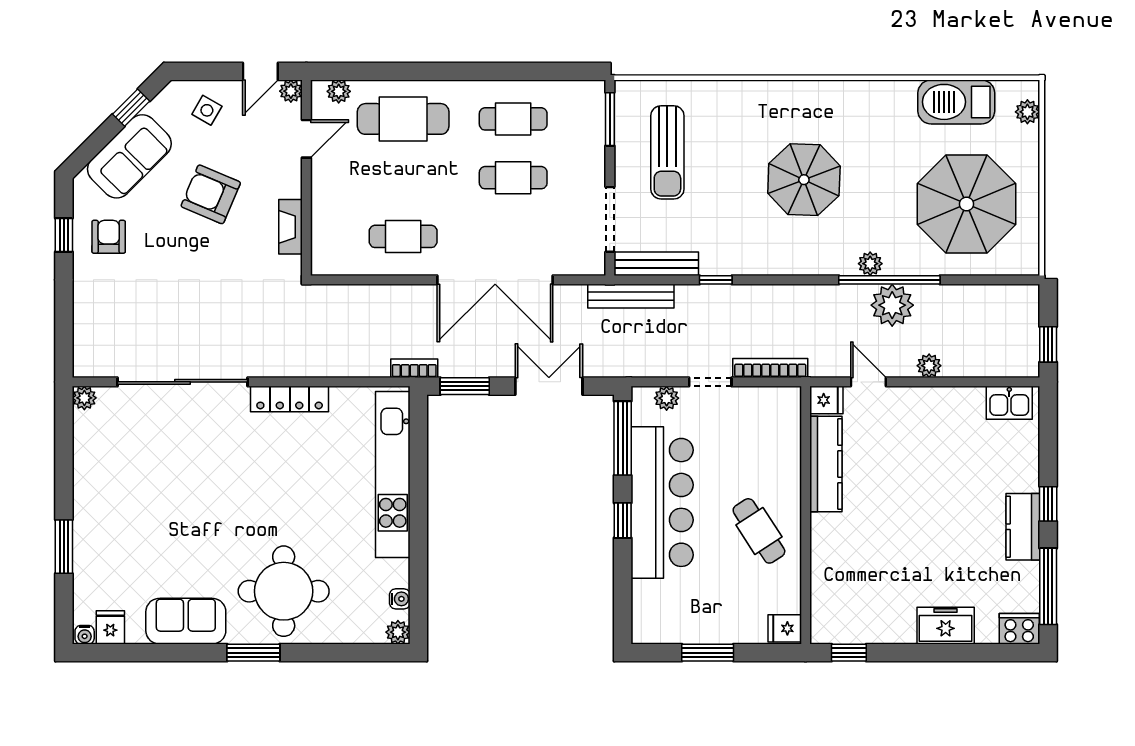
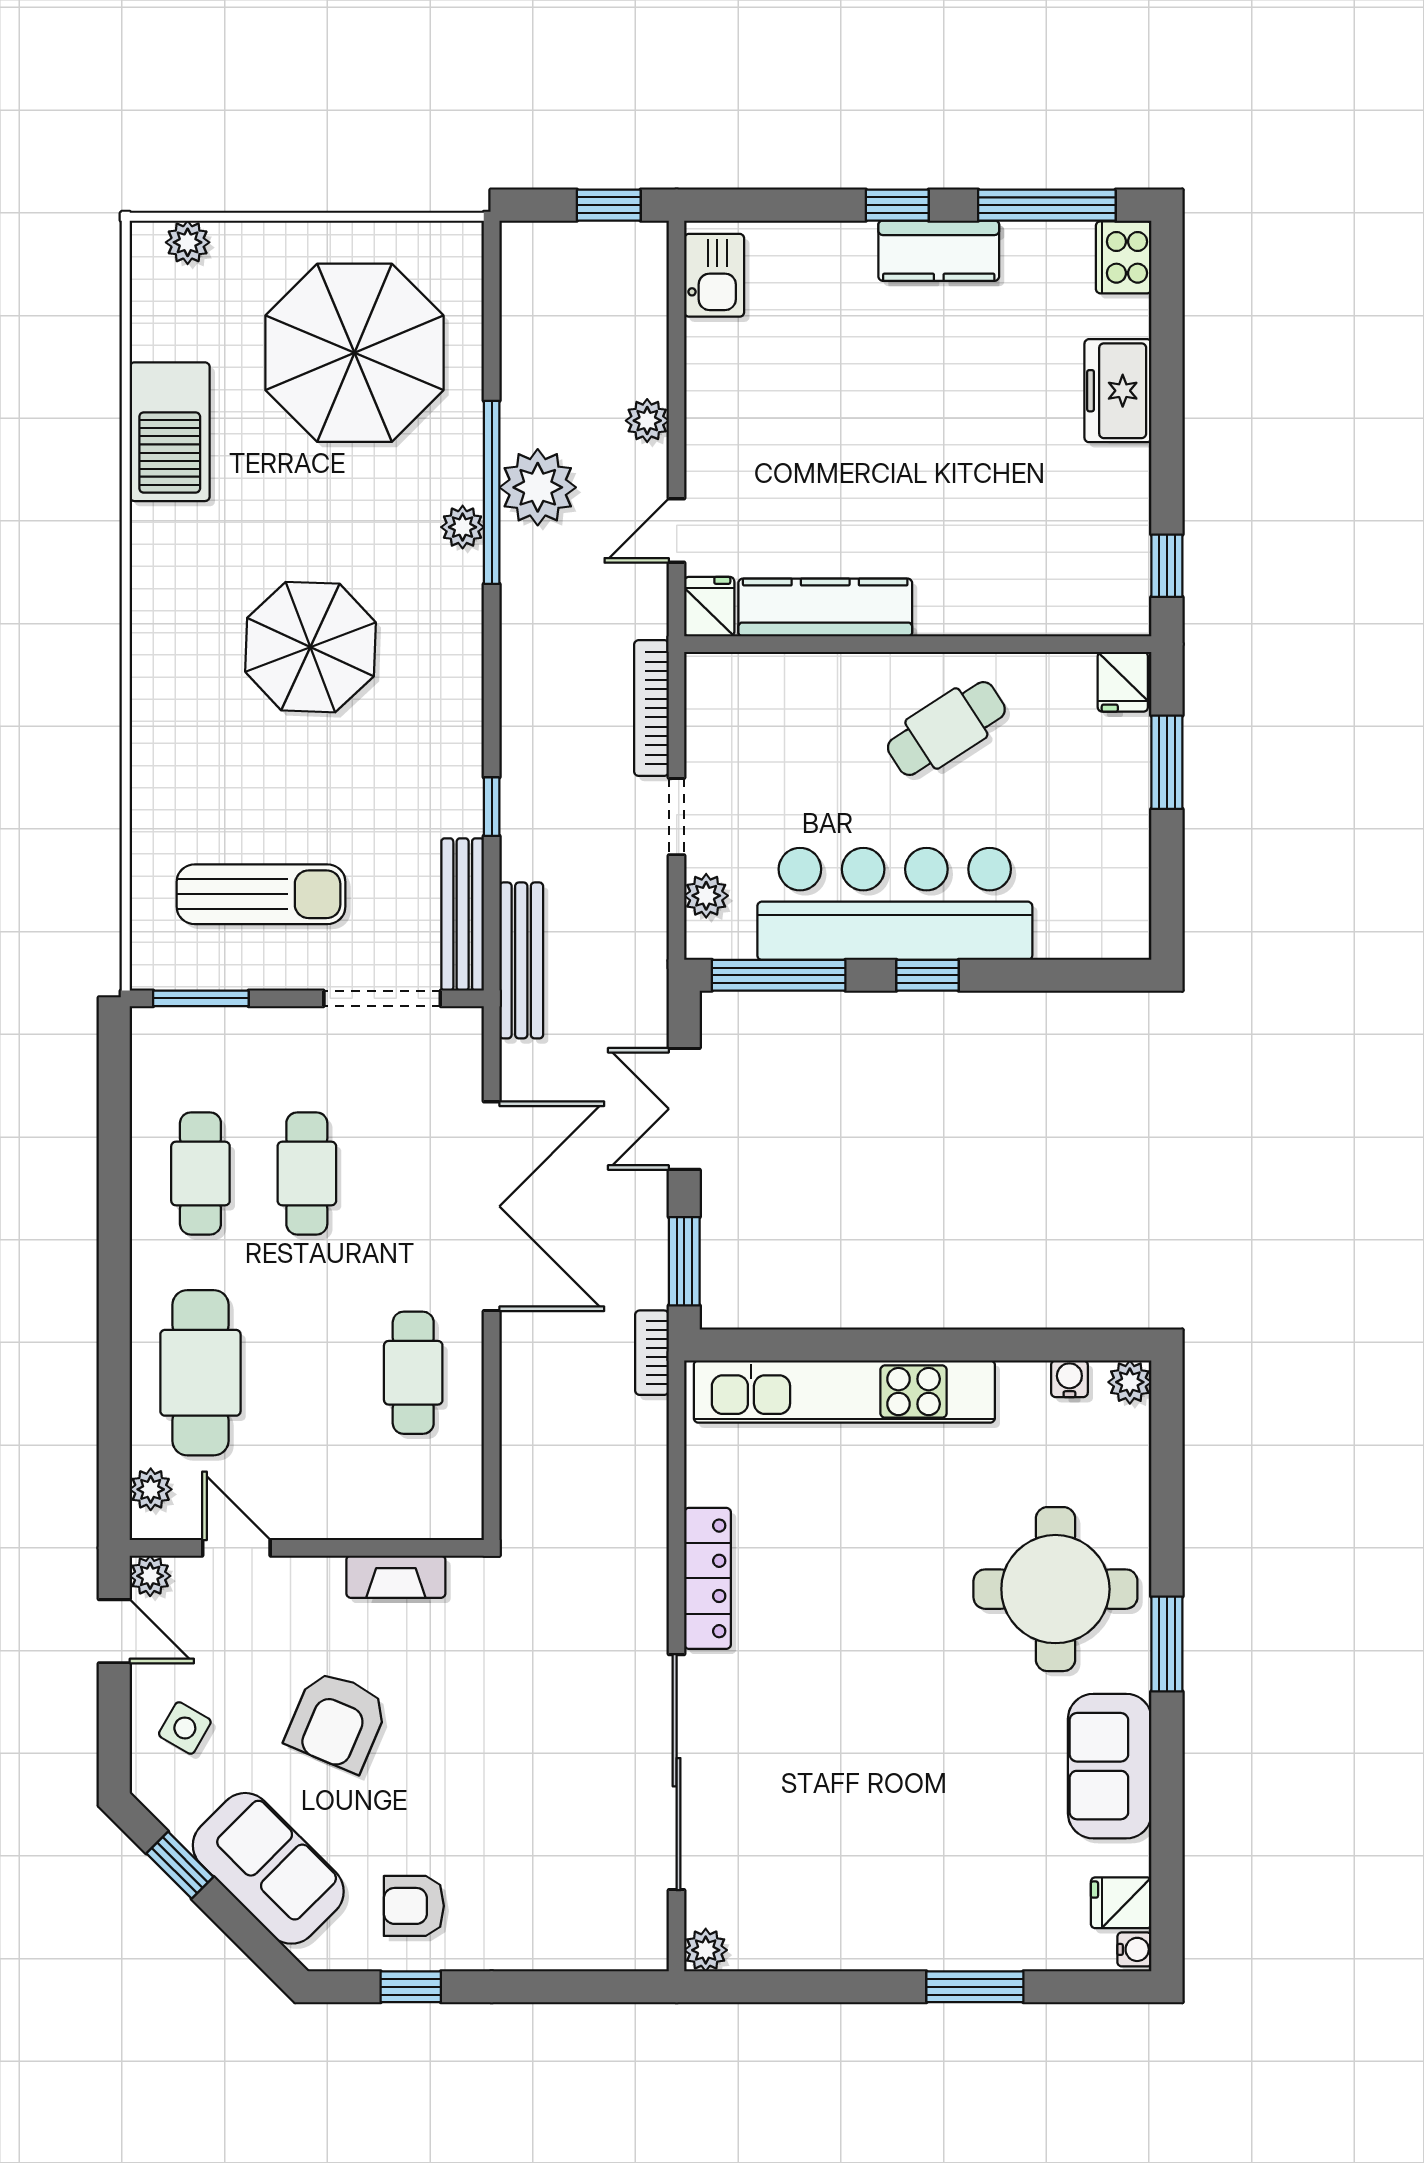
barbecue: (956, 102) -> (170, 432), moved
window: (708, 653) -> (1167, 762), moved

